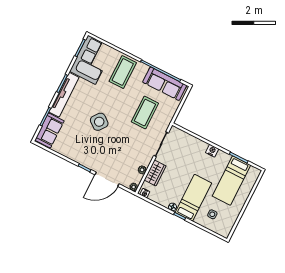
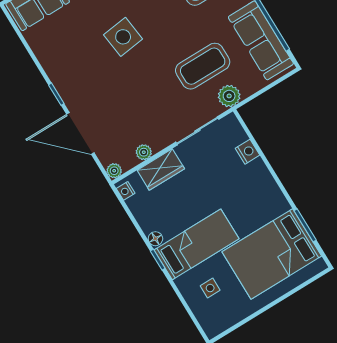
plant: (166, 119) -> (229, 96), added
side table: (99, 122) -> (123, 37), turned 45
nightstand: (212, 151) -> (247, 152), moved
bed: (231, 181) -> (272, 254), width x1.50

